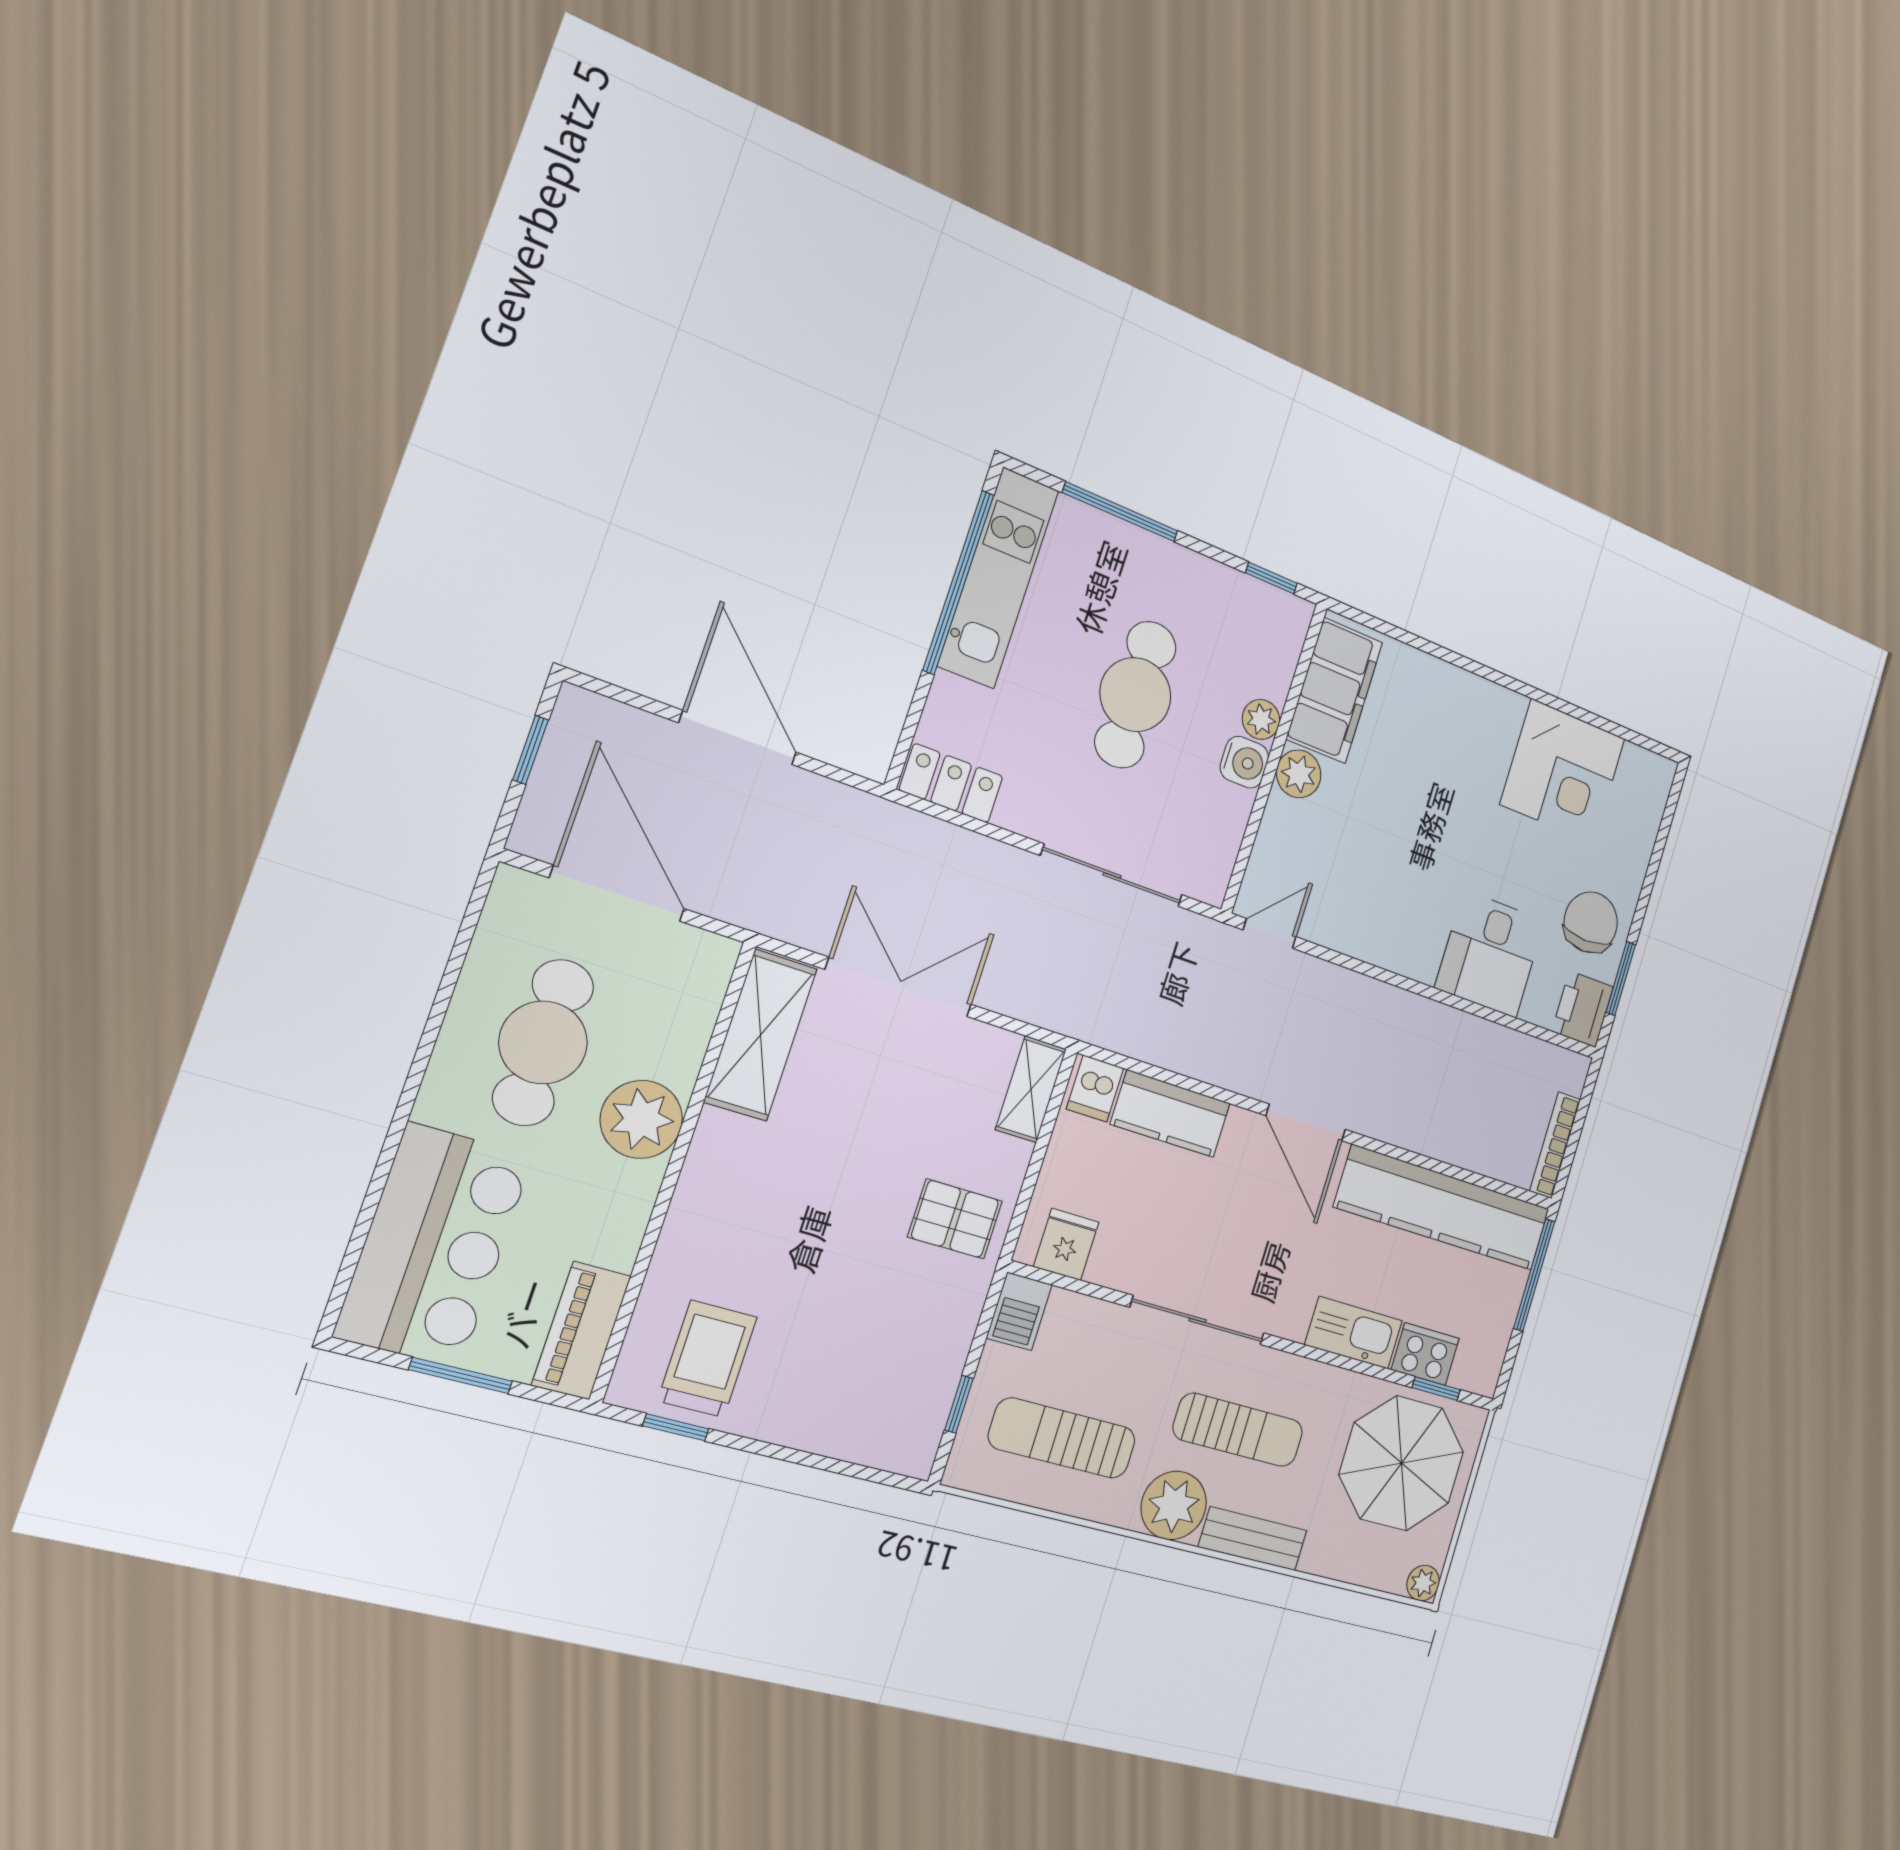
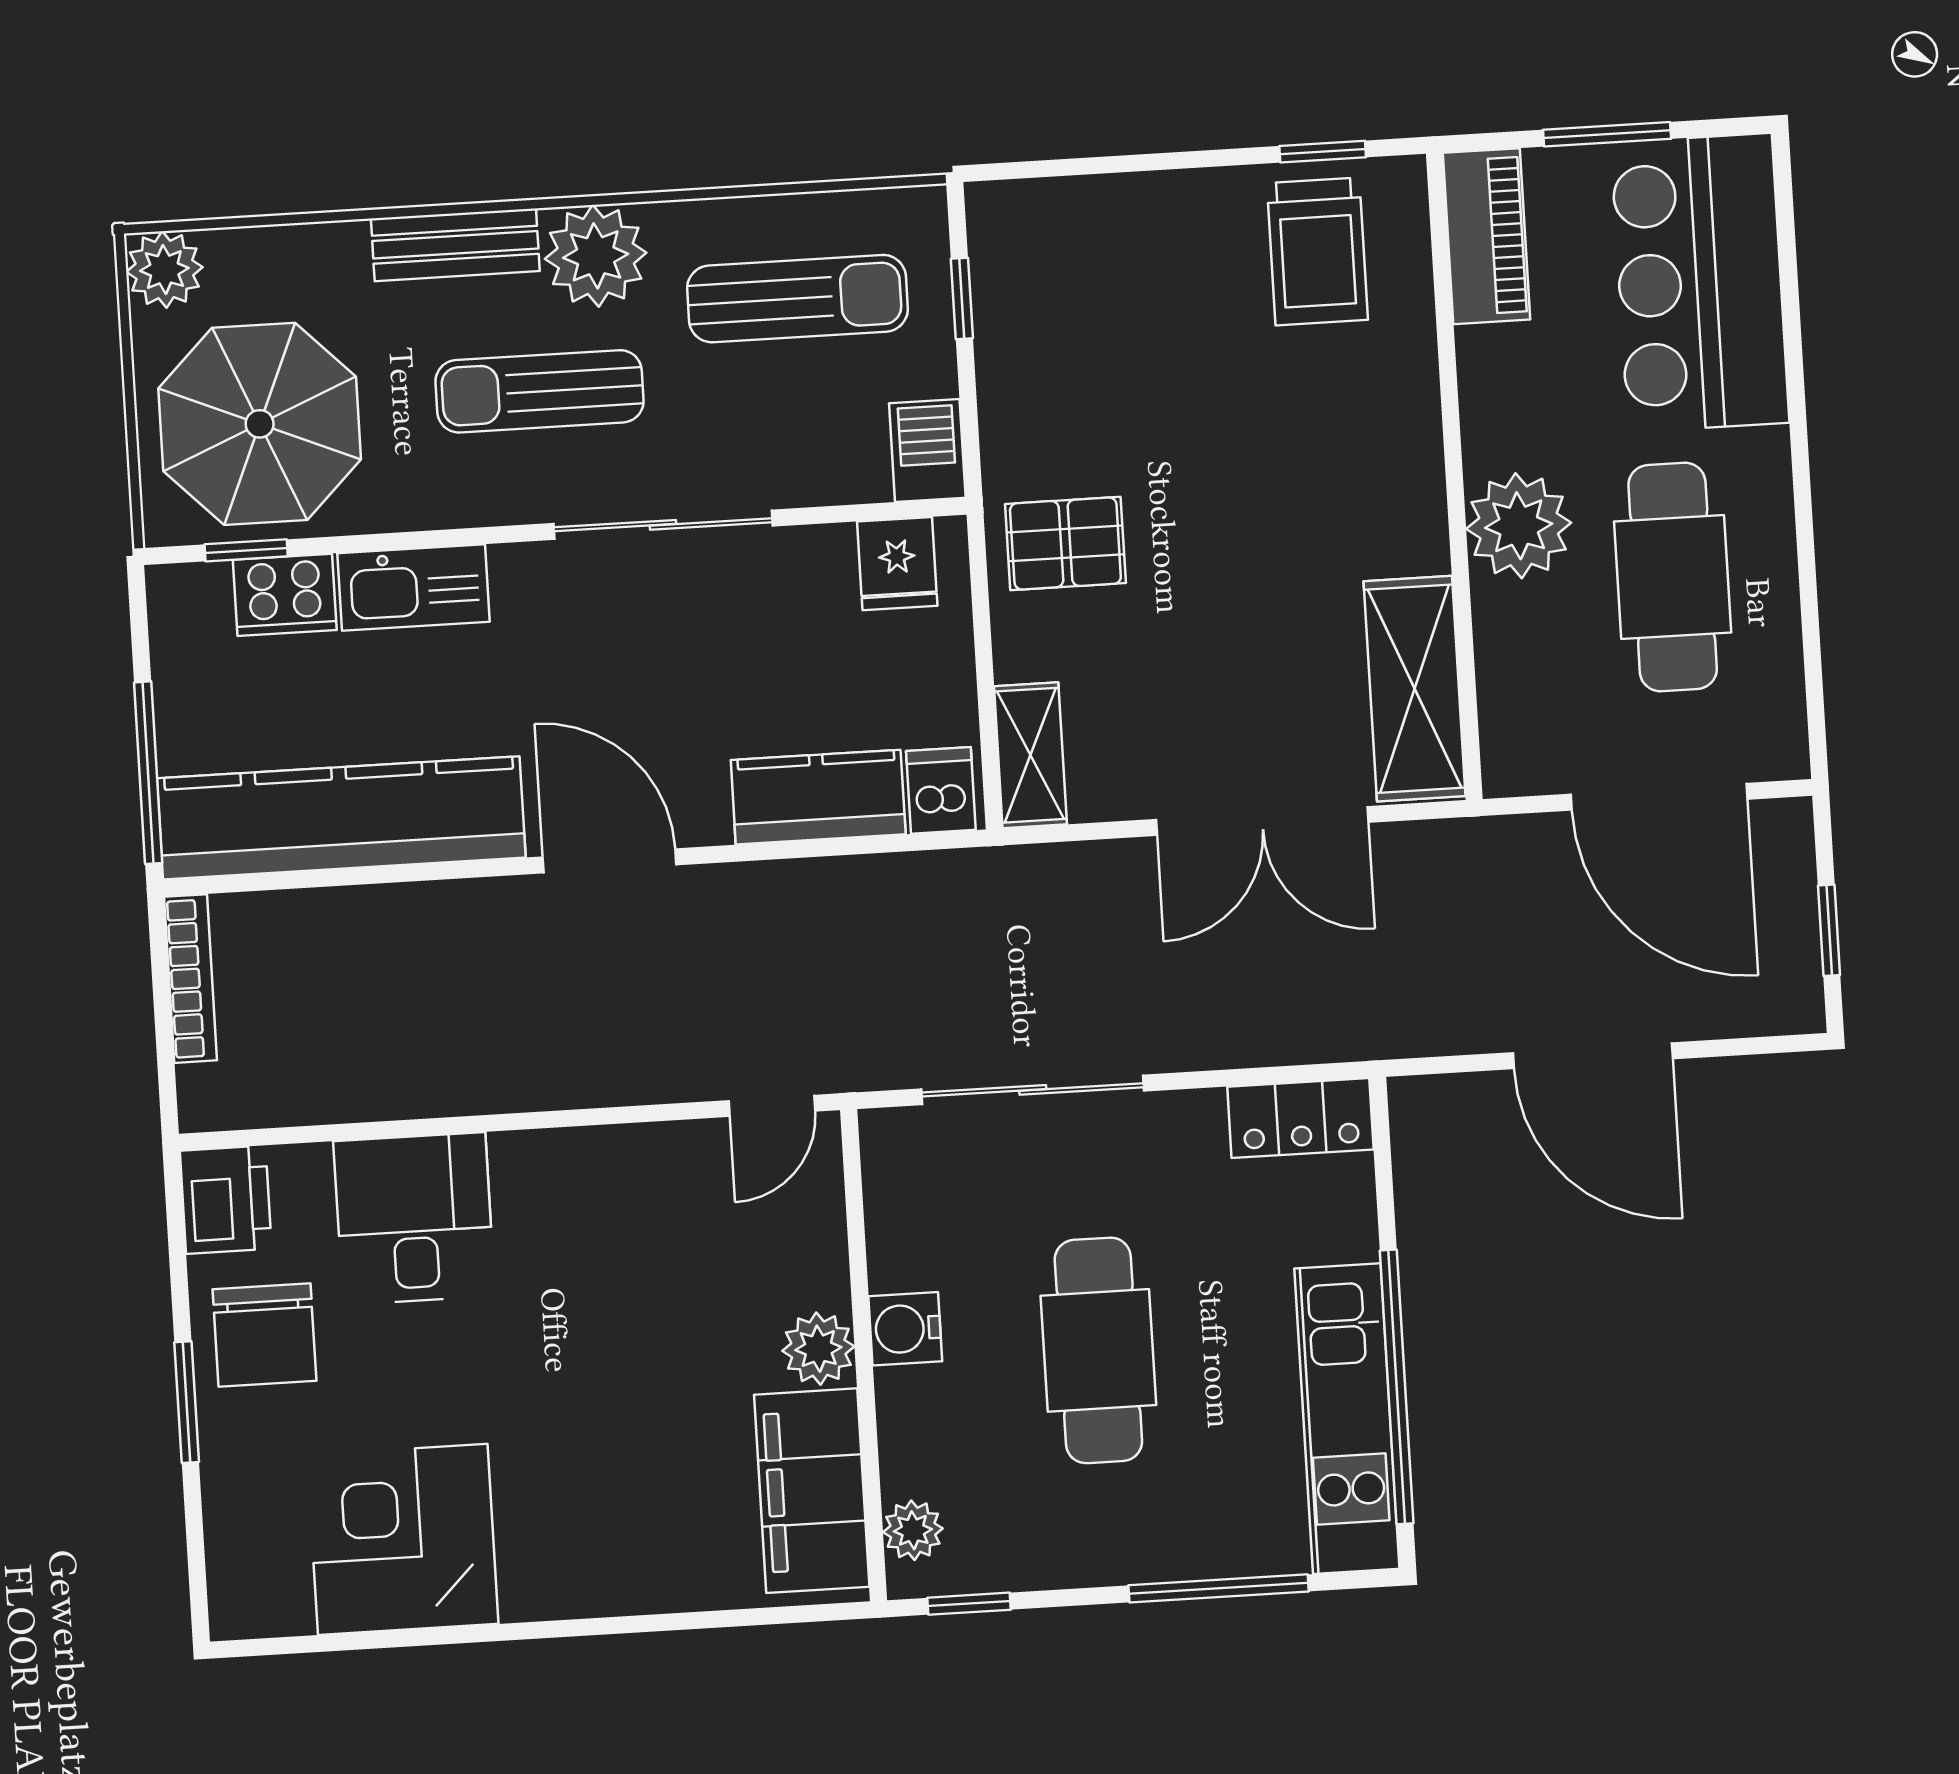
plant: (1261, 719) -> (913, 1530), moved
window: (1621, 978) -> (187, 1402), moved
plant: (1423, 1583) -> (164, 269), width x1.38, depth x1.38

